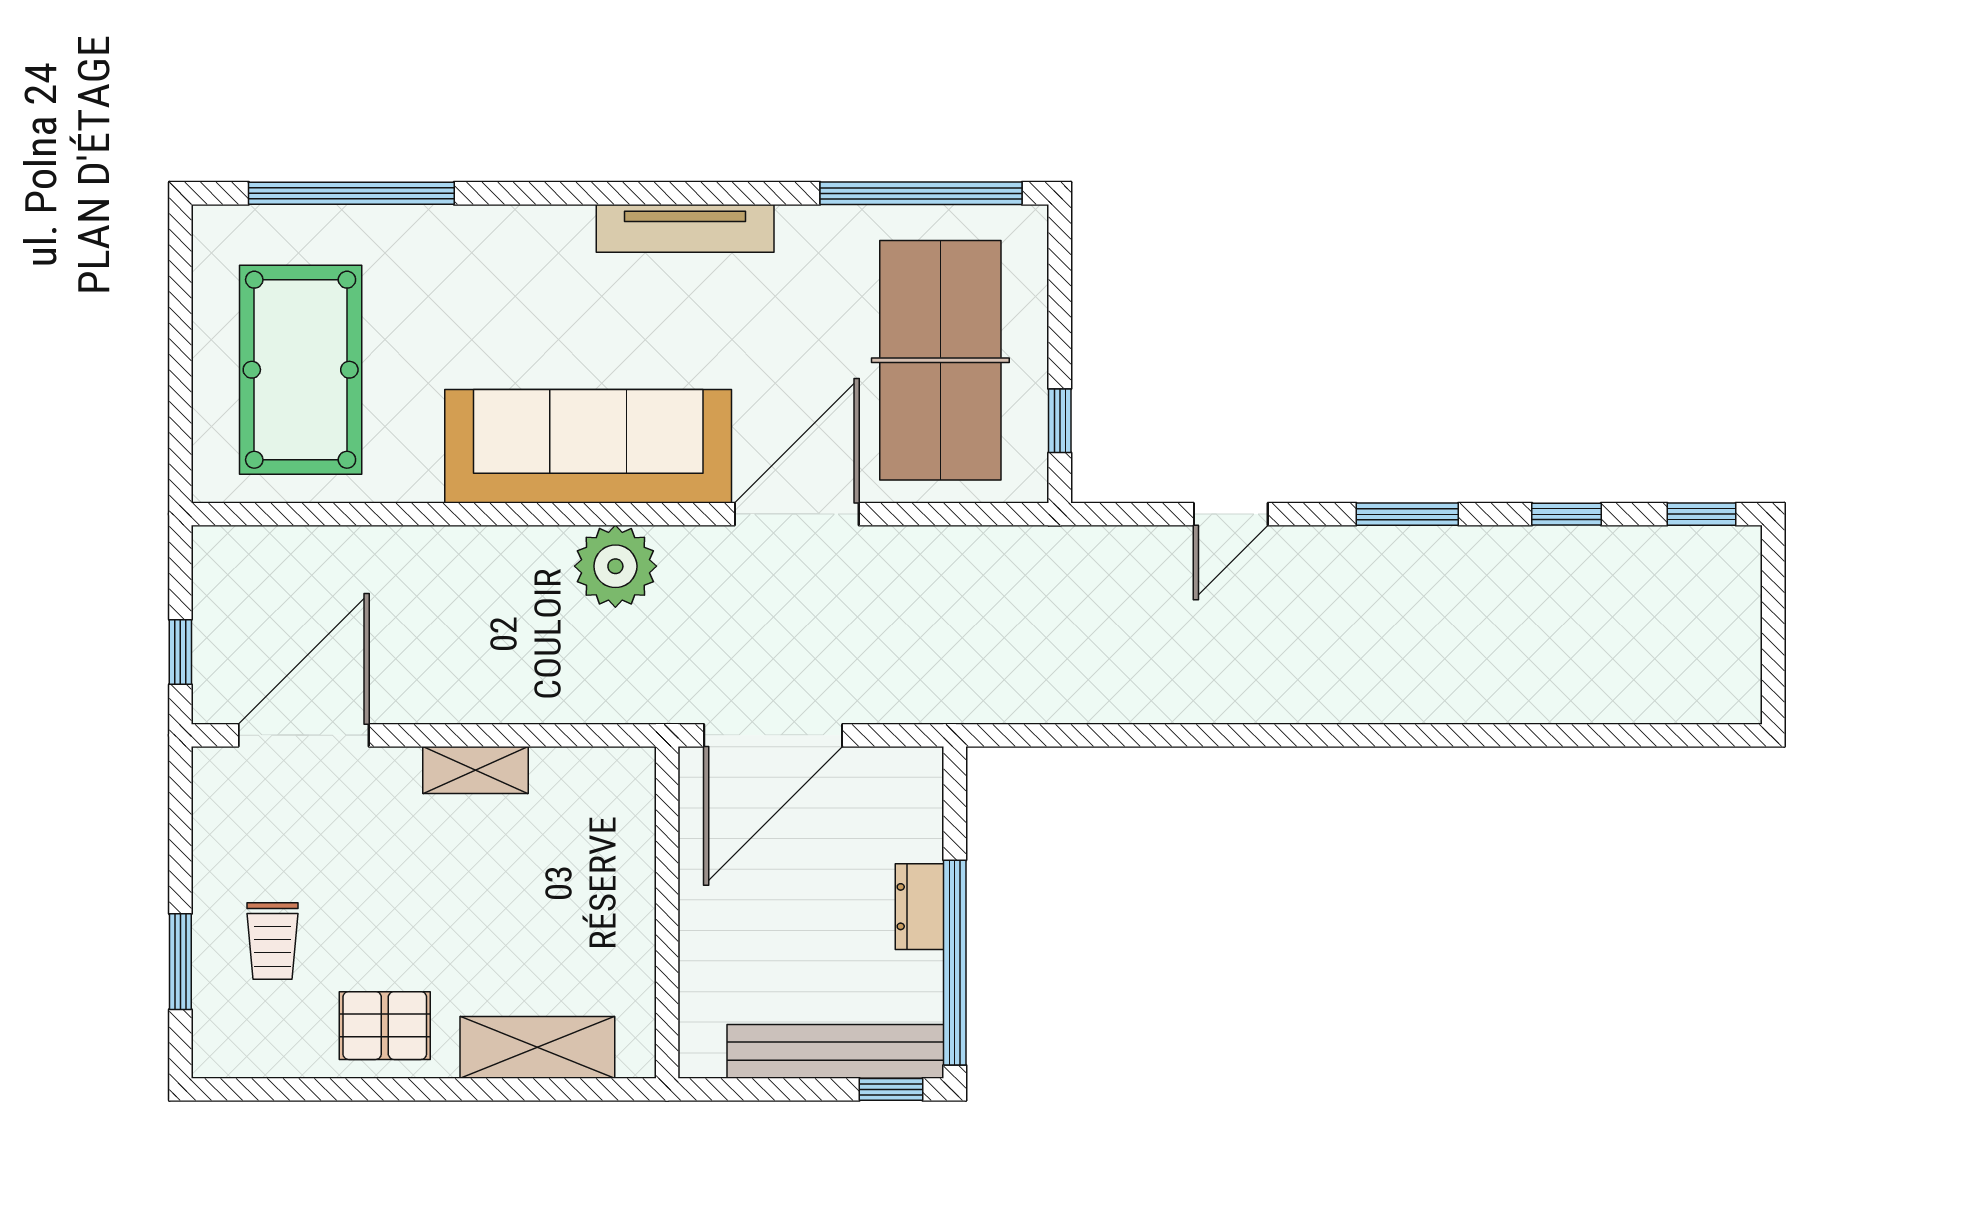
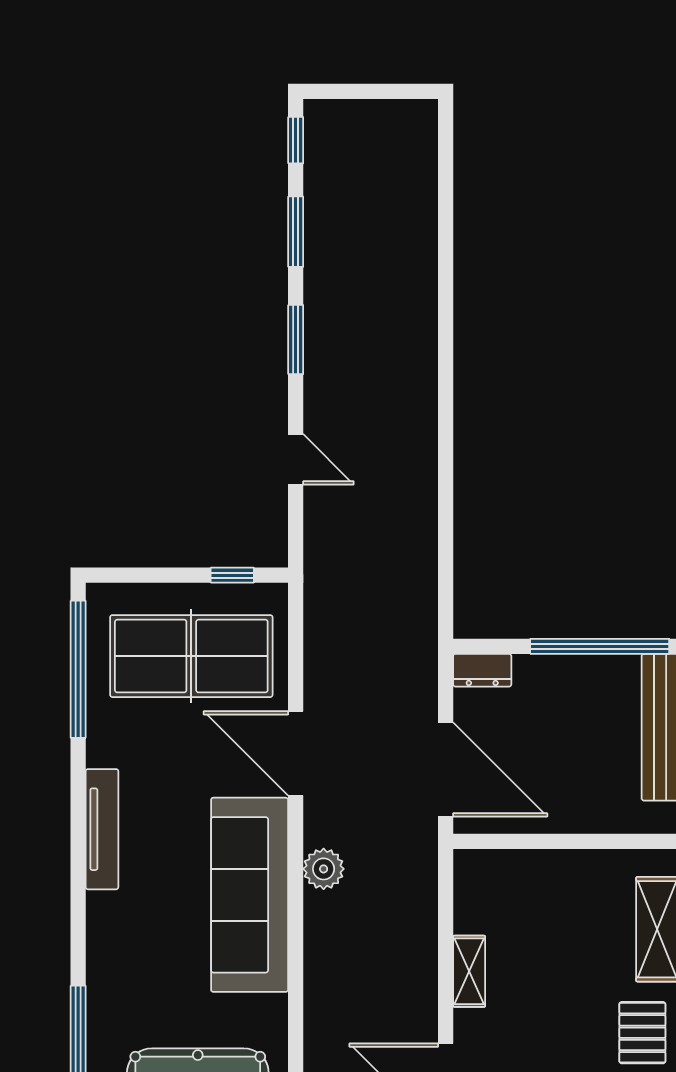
window: (1566, 514) -> (296, 232), width x1.50
plant: (615, 566) -> (324, 869), width x0.73, depth x0.73
dresser: (920, 907) -> (482, 670), moved

